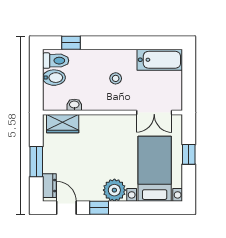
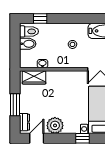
plant: (114, 190) -> (55, 125), moved
door: (66, 208) -> (37, 138), hinge flipped
window: (99, 208) -> (82, 138), moved

